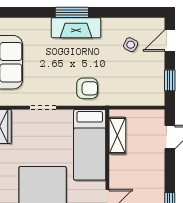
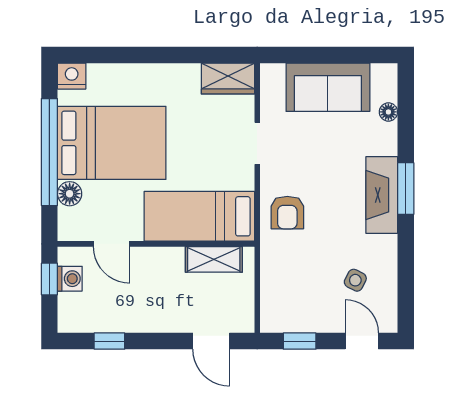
floor lamp: (23, 23) -> (388, 112), added

